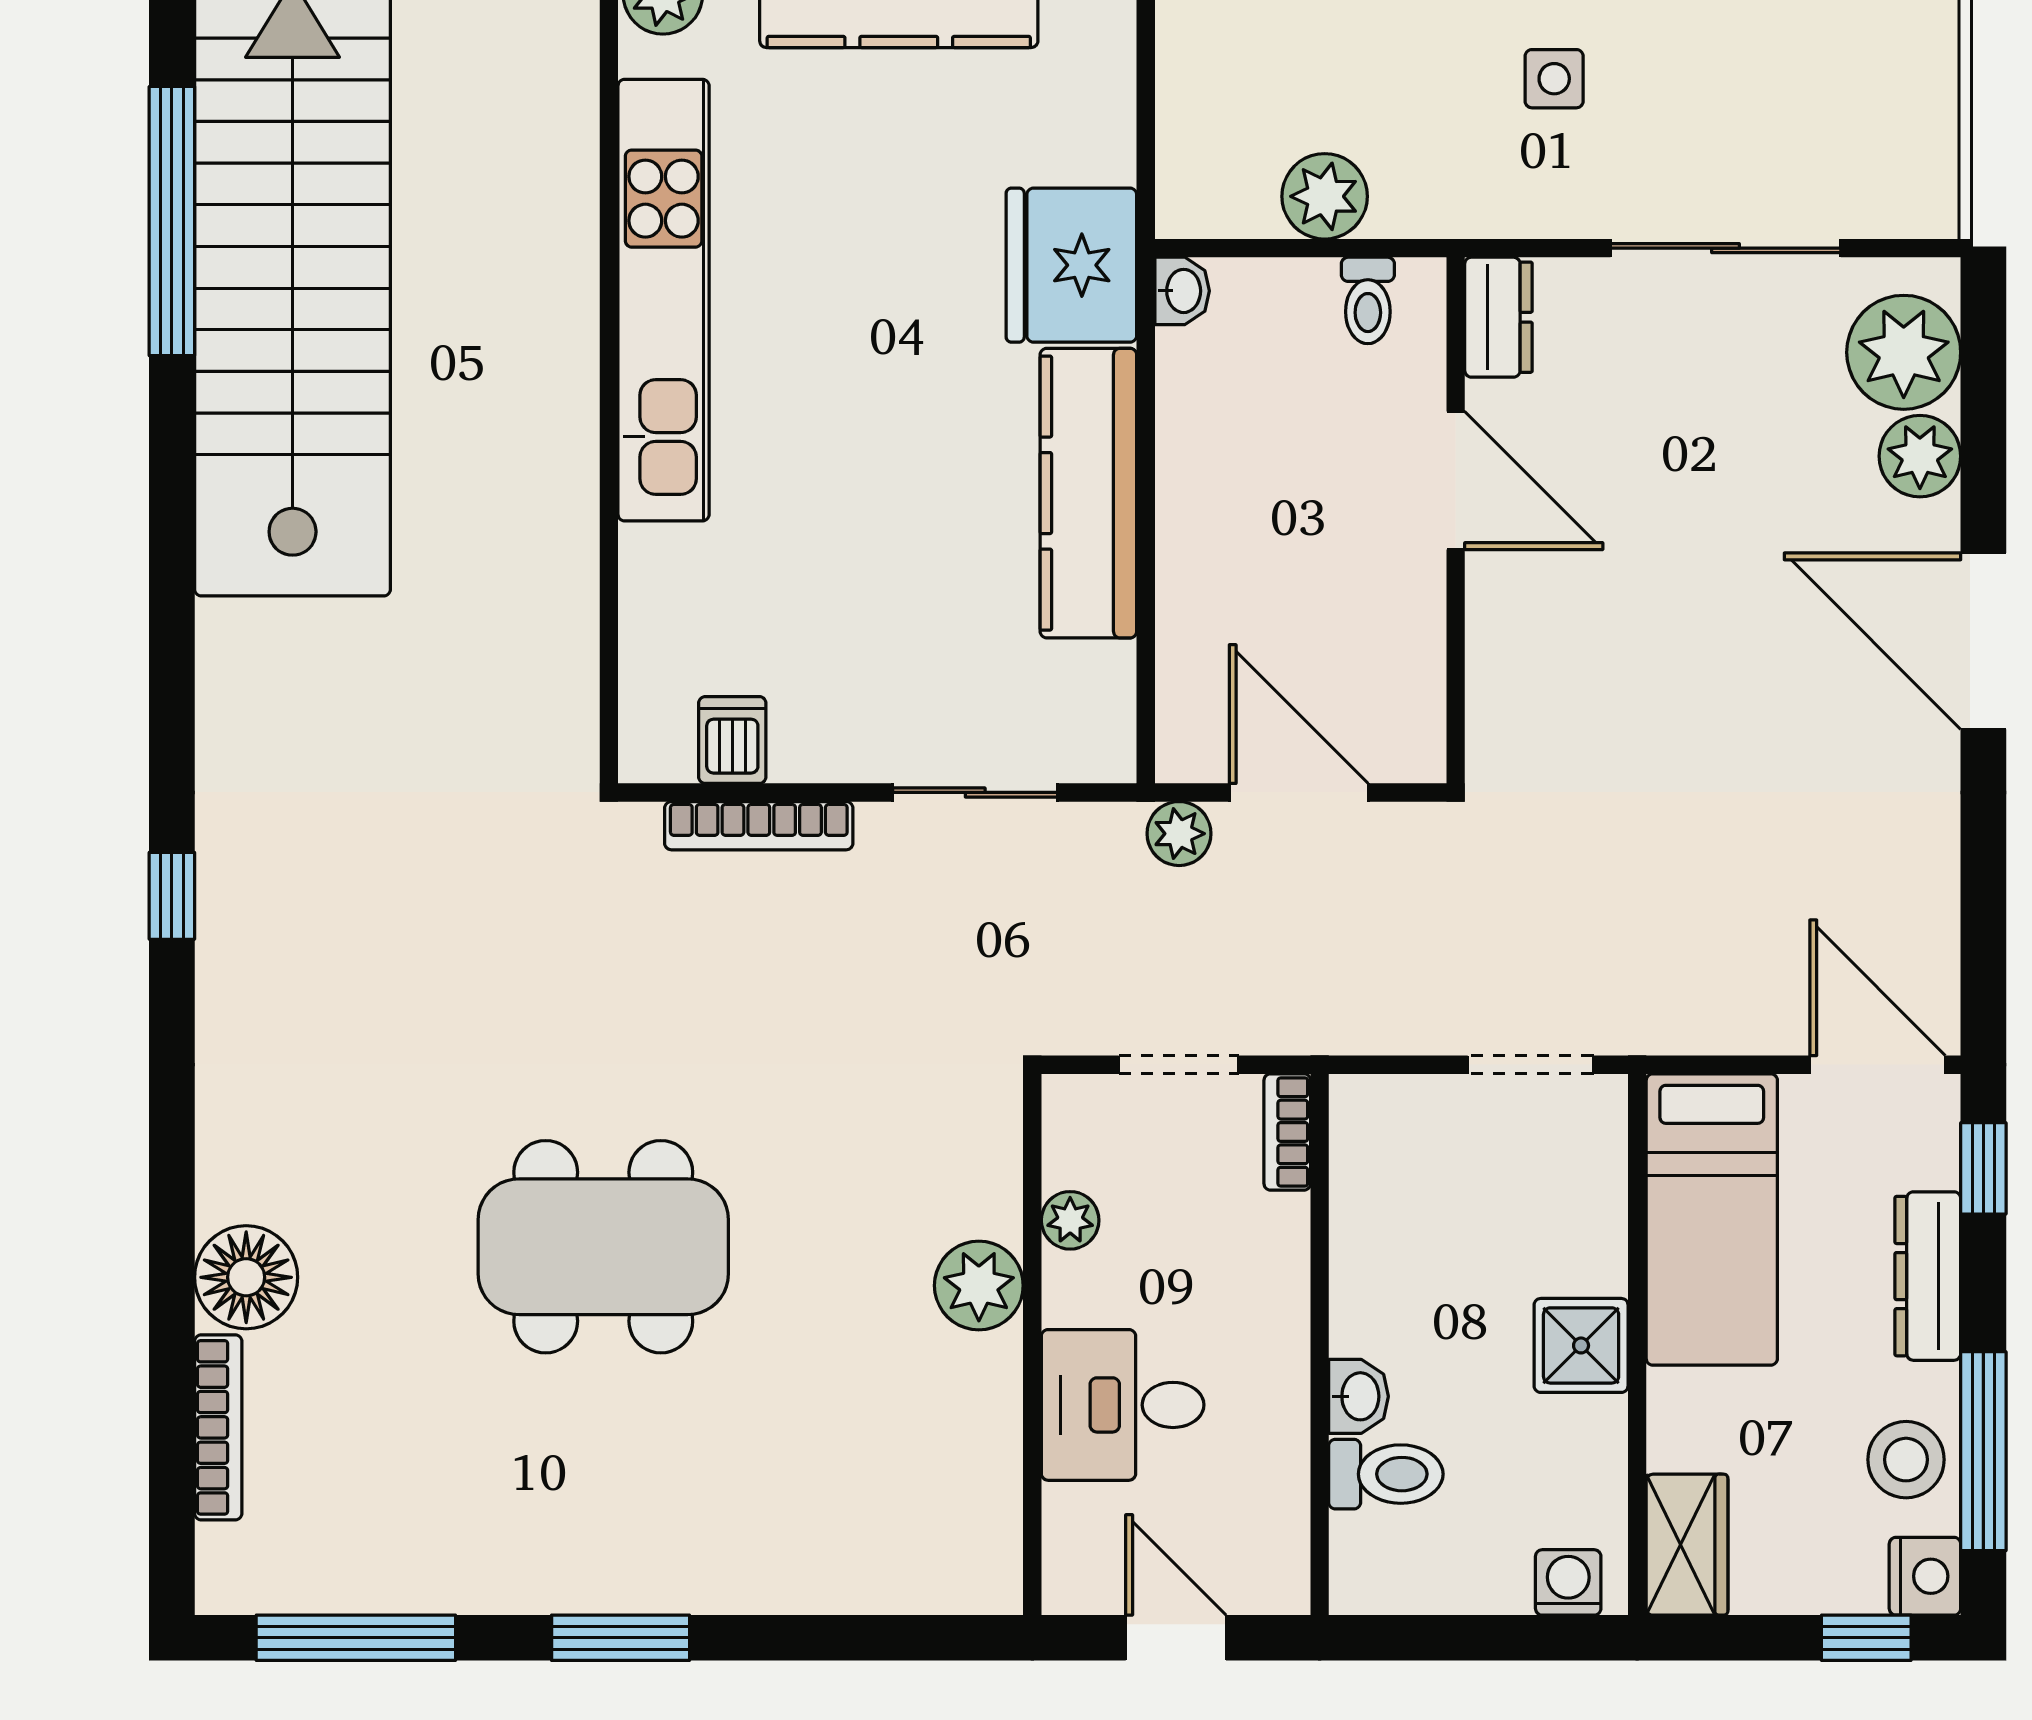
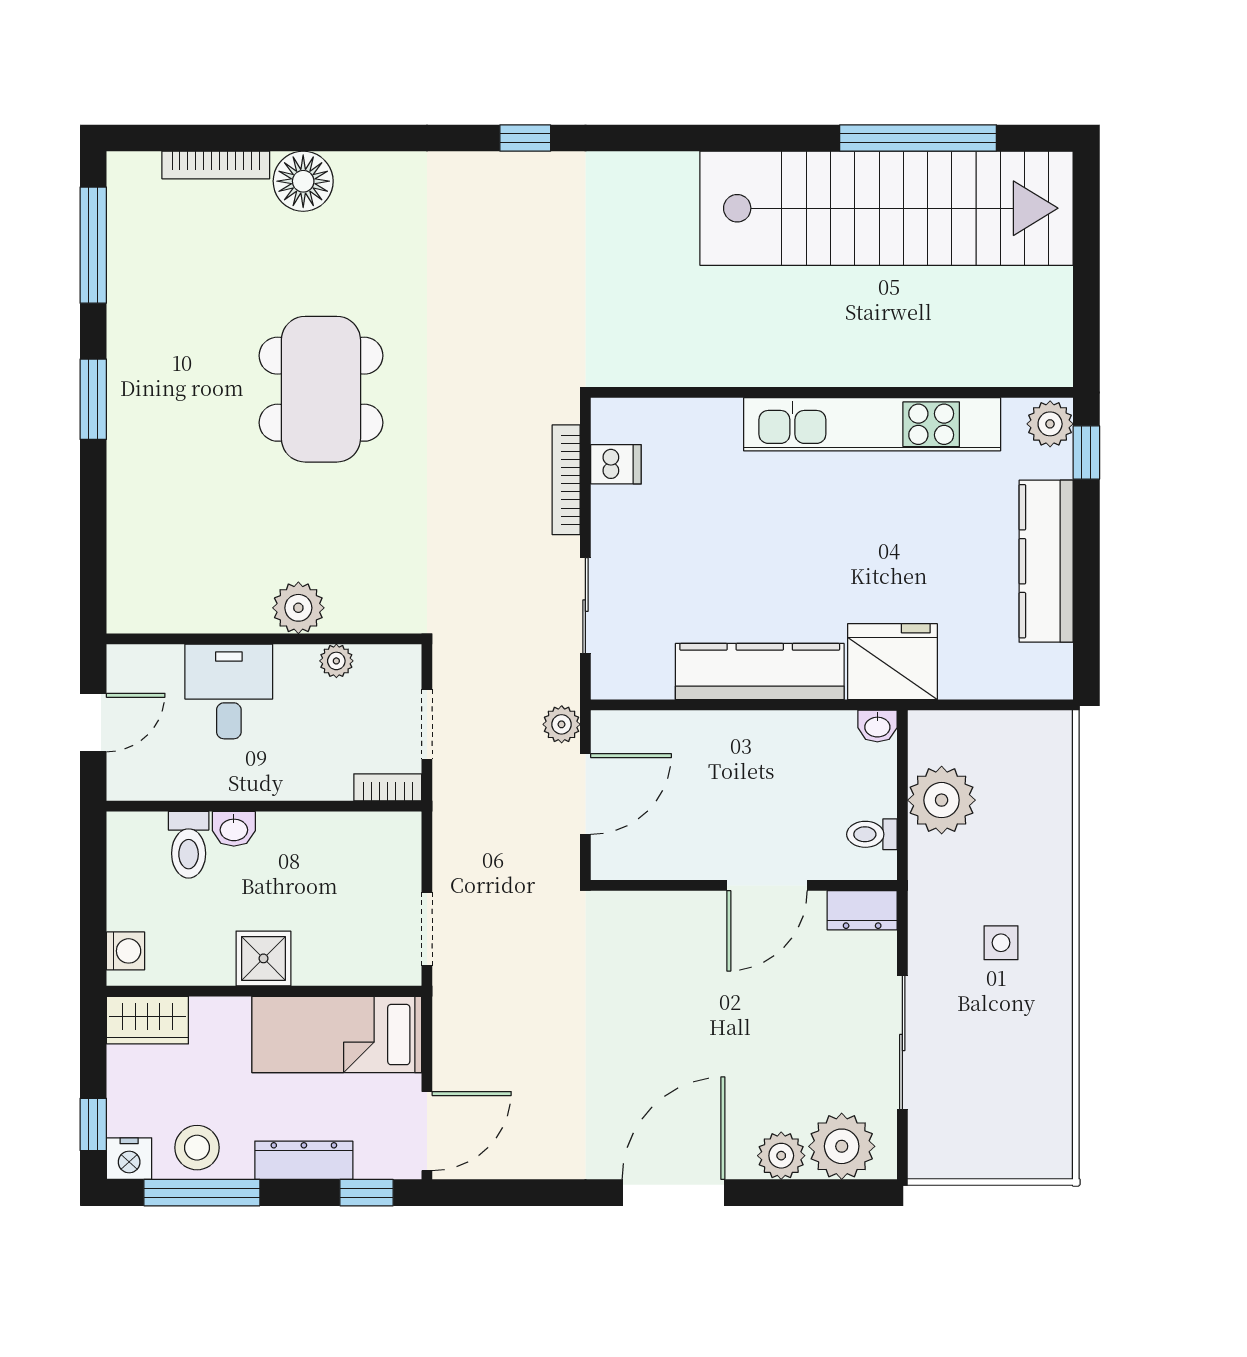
plant: (1325, 196) -> (942, 800), width x1.36, depth x1.36

